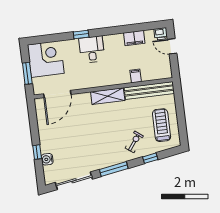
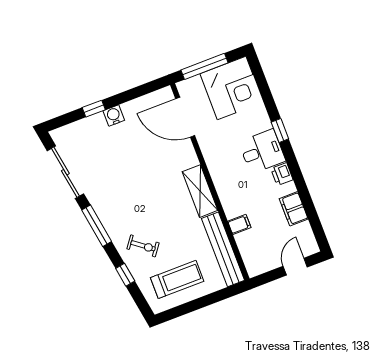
printer: (161, 34) -> (282, 174), moved
window: (27, 73) -> (204, 66), width x1.44
water cooler: (47, 159) -> (114, 115), moved

